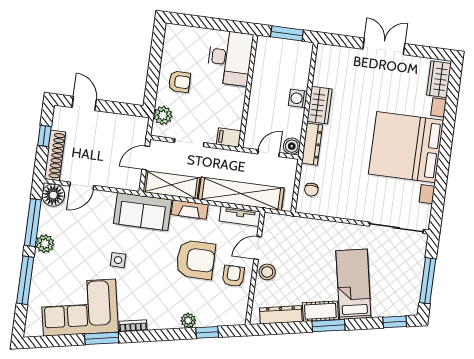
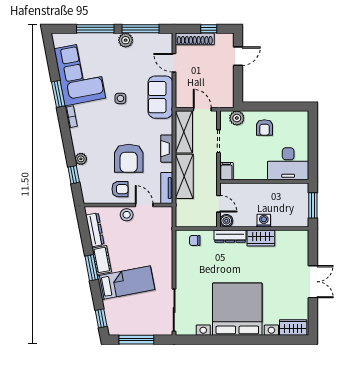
shelving: (241, 194) -> (184, 176), width x0.68
floor lamp: (53, 195) -> (164, 42), removed
sofa: (143, 212) -> (160, 97), moved

